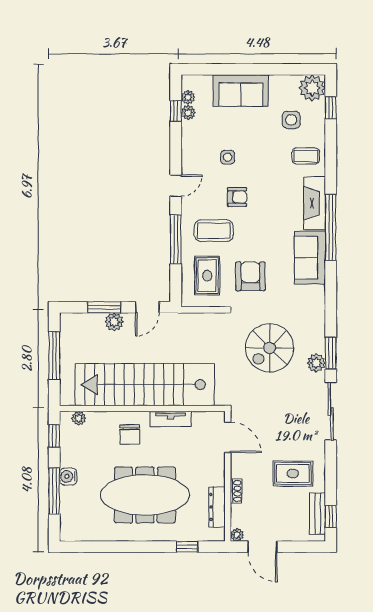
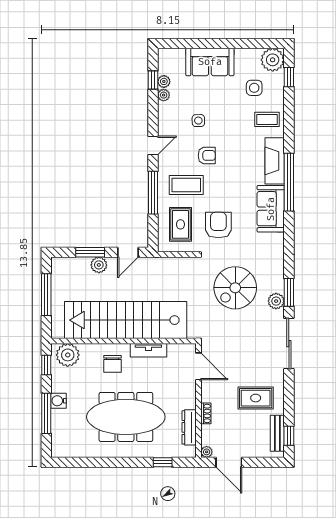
plant: (188, 97) -> (164, 95), moved
plant: (79, 418) -> (68, 355), width x1.87, depth x1.87

